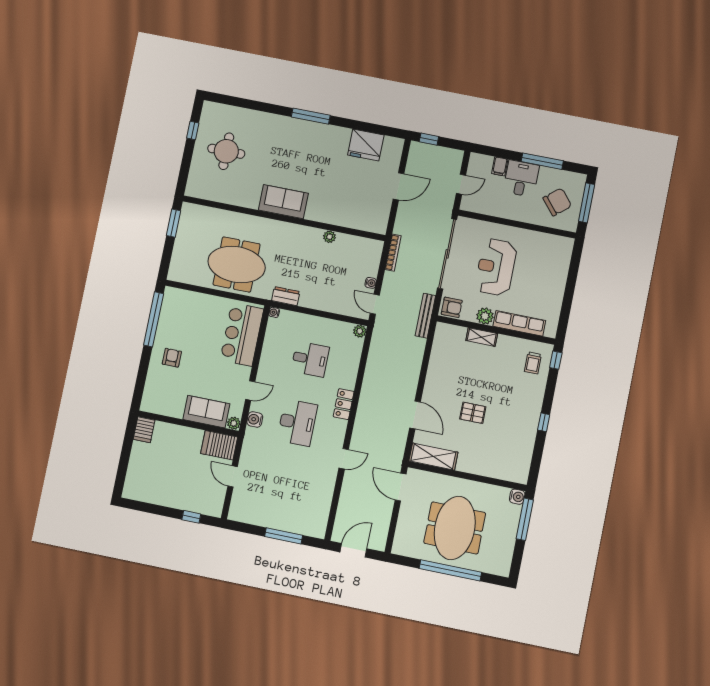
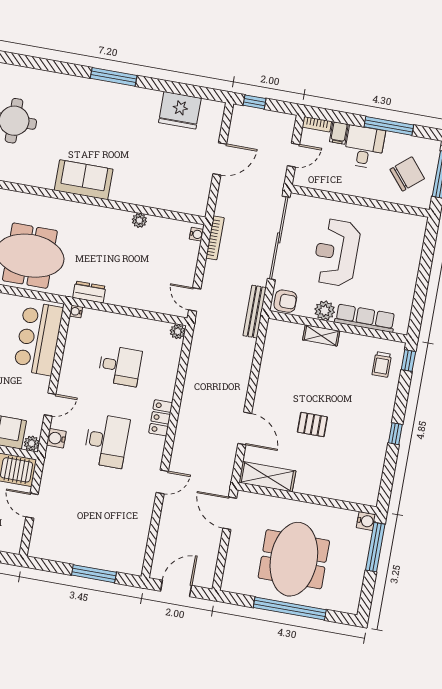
bookcase: (481, 159) -> (317, 124), added
water cooler: (371, 283) -> (196, 234), moved

